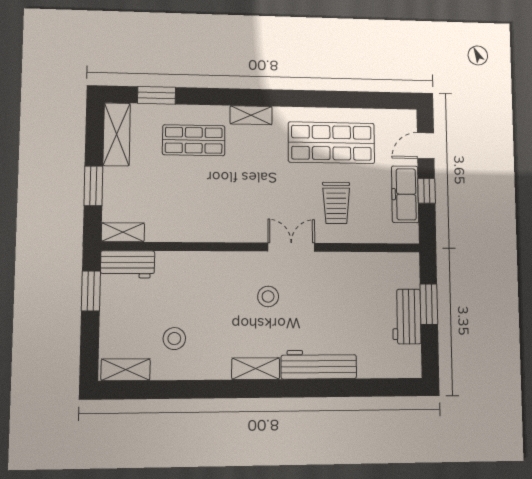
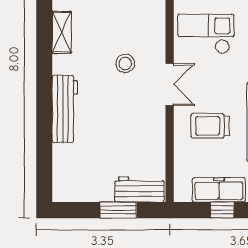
checkout: (235, 207) -> (206, 34), added
workbench: (407, 316) -> (139, 189), moved
shelving: (256, 369) -> (62, 32), moved

